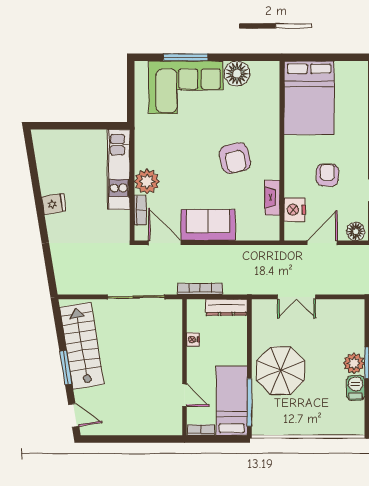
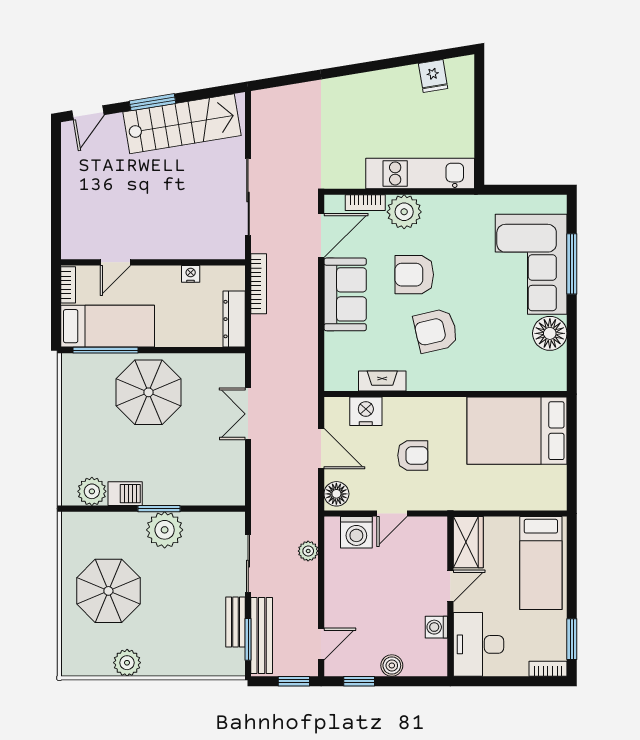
armchair: (193, 174) -> (414, 275), added
fridge: (54, 204) -> (433, 76), moved
plant: (354, 363) -> (92, 491), moved

